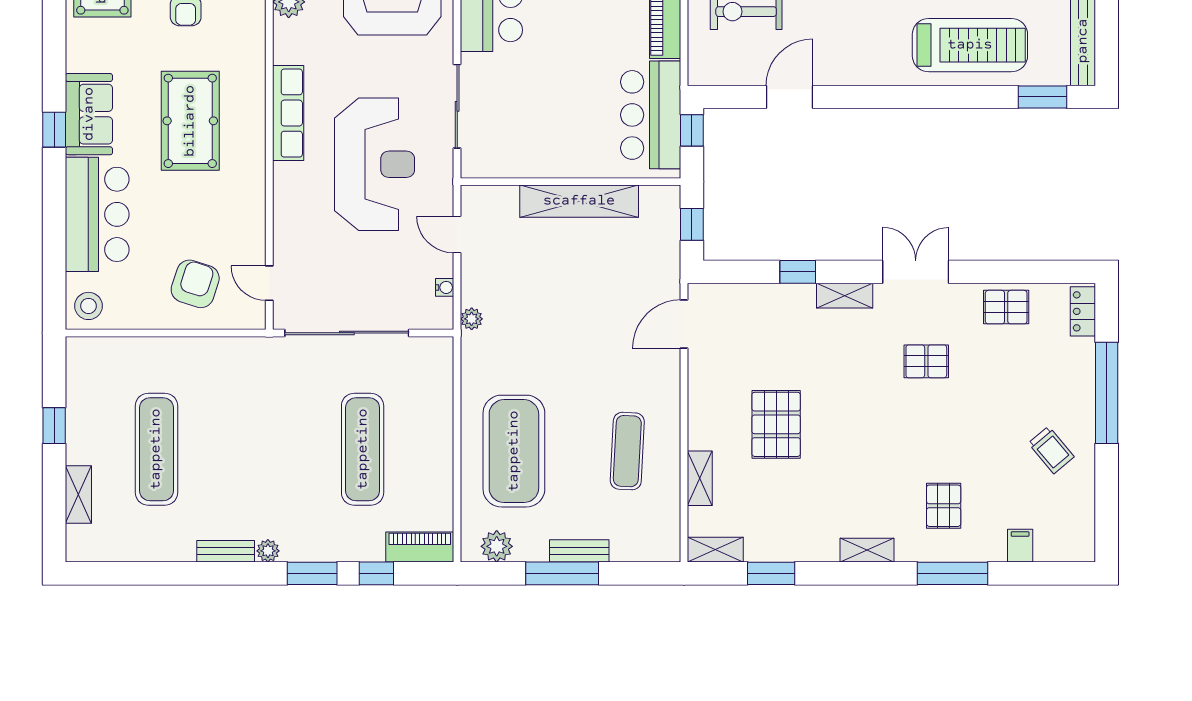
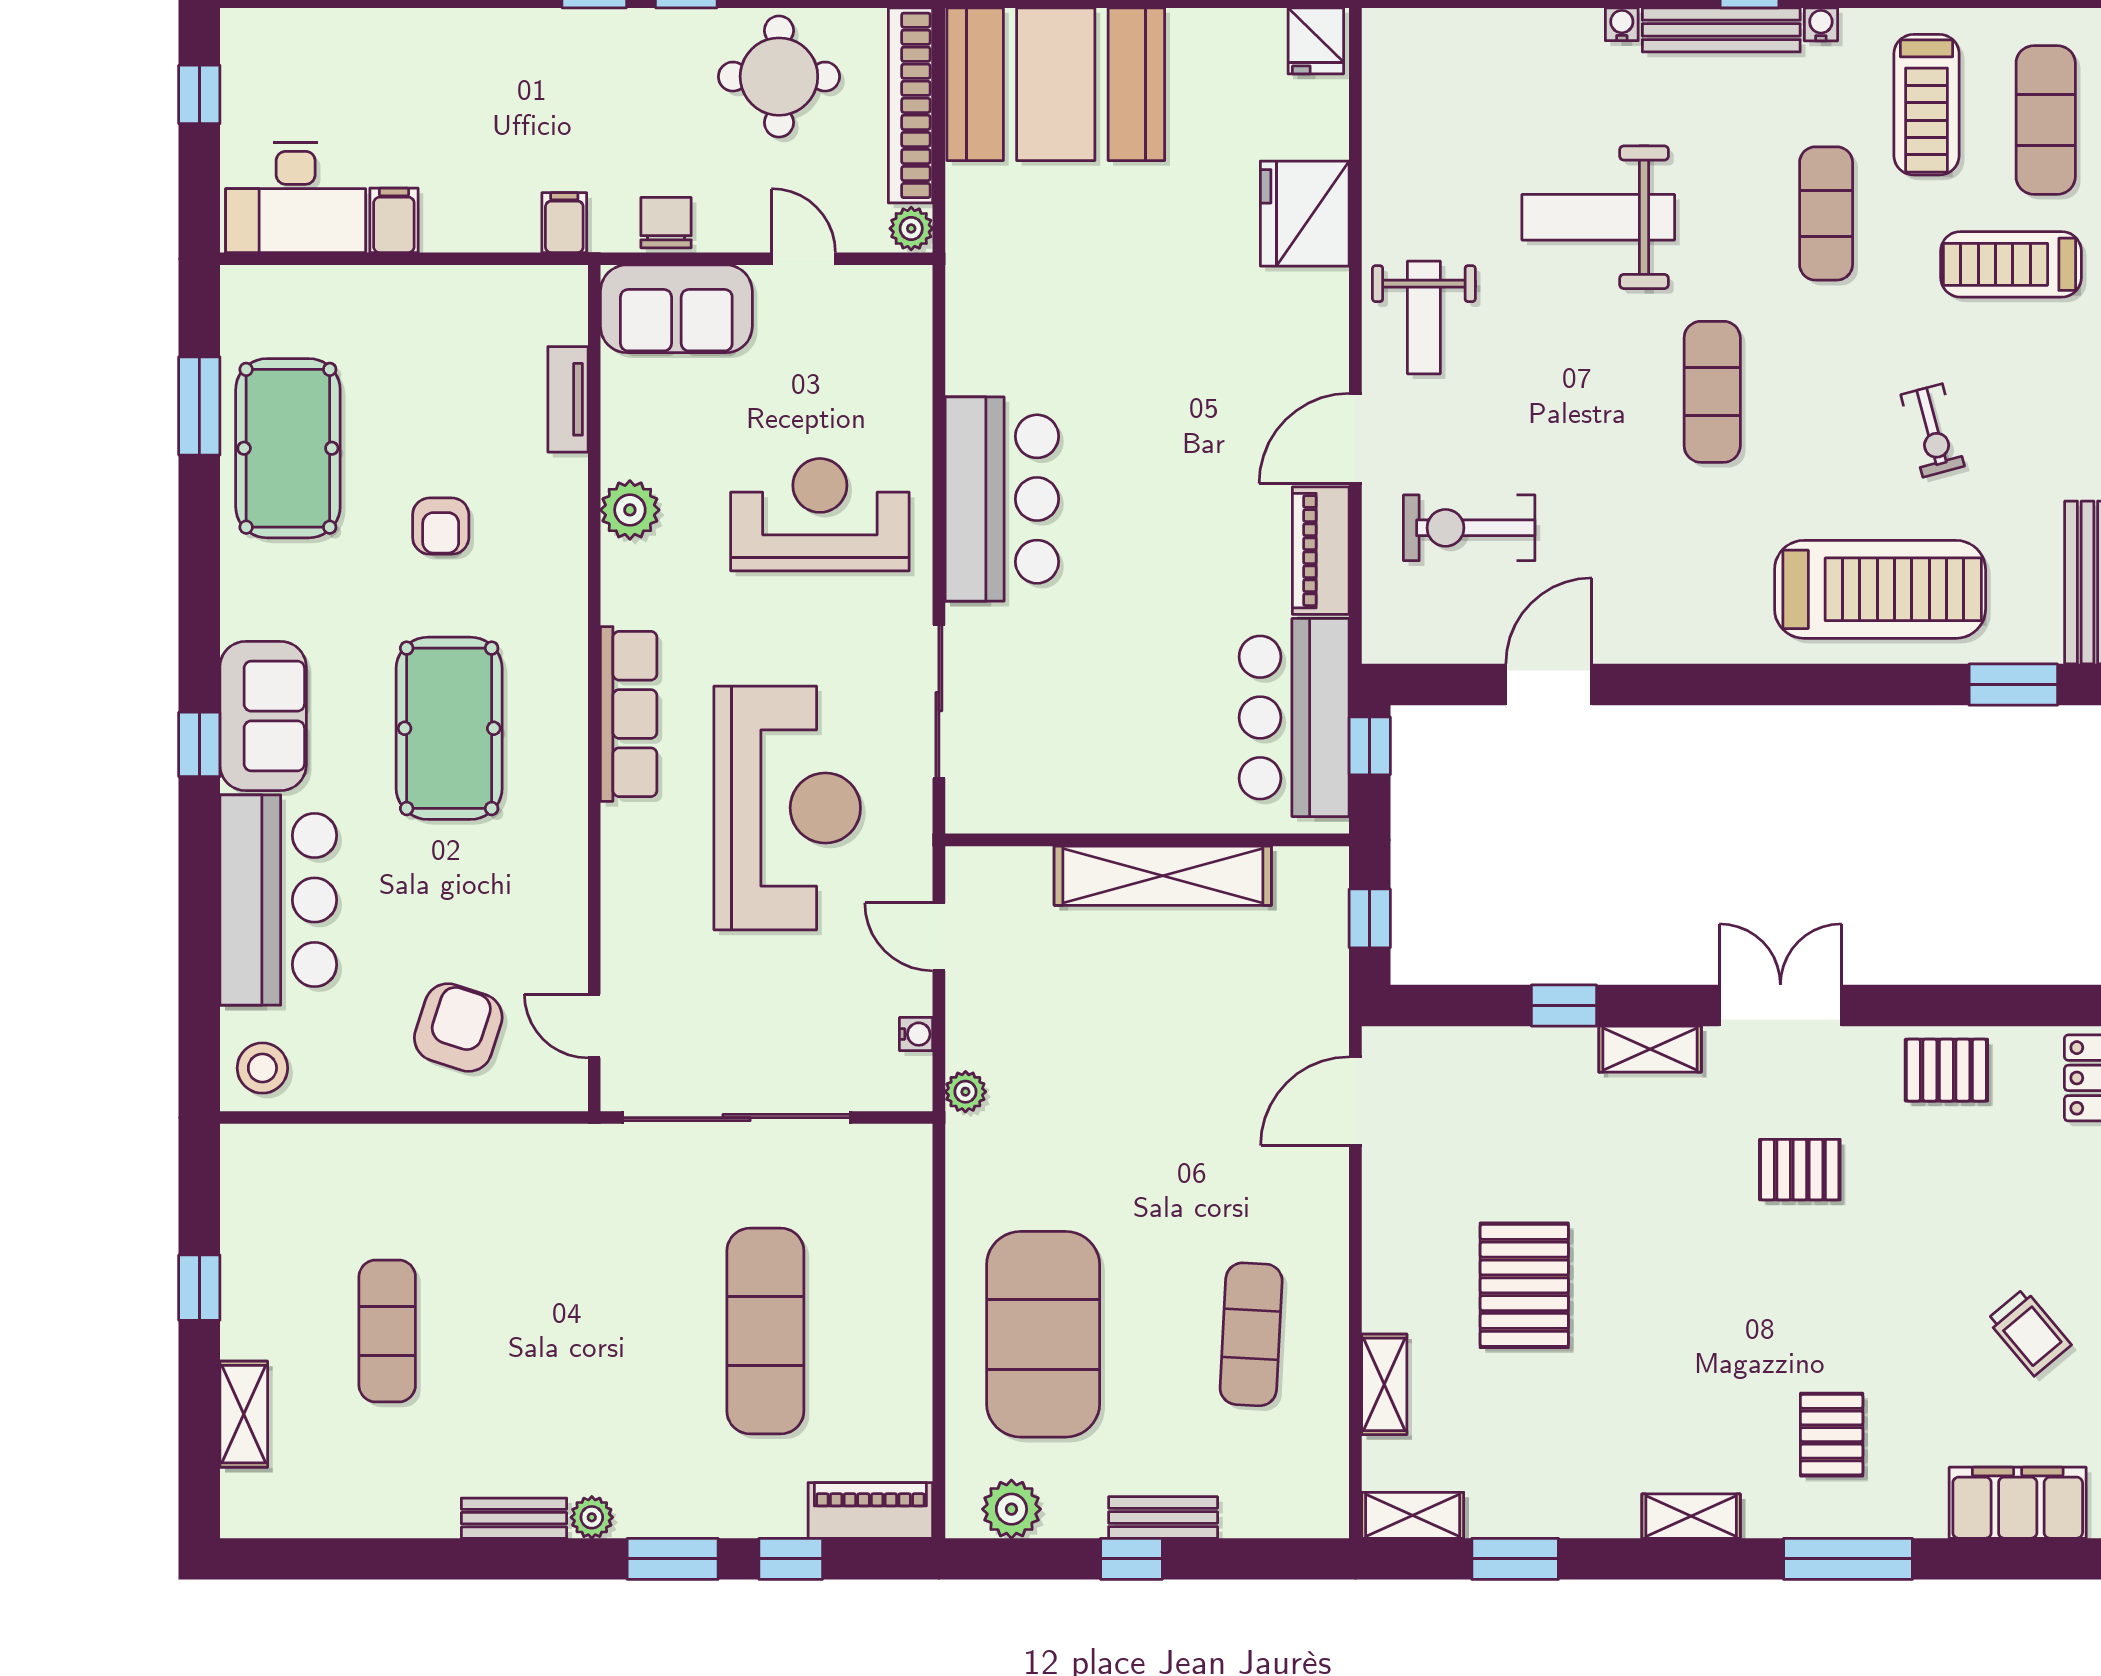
exercise mat: (156, 449) -> (387, 1331), width x0.73, depth x0.69
filing cabinet: (1020, 546) -> (2018, 1503), width x3.00, depth x1.17
window: (562, 573) -> (1131, 1559), width x0.46

